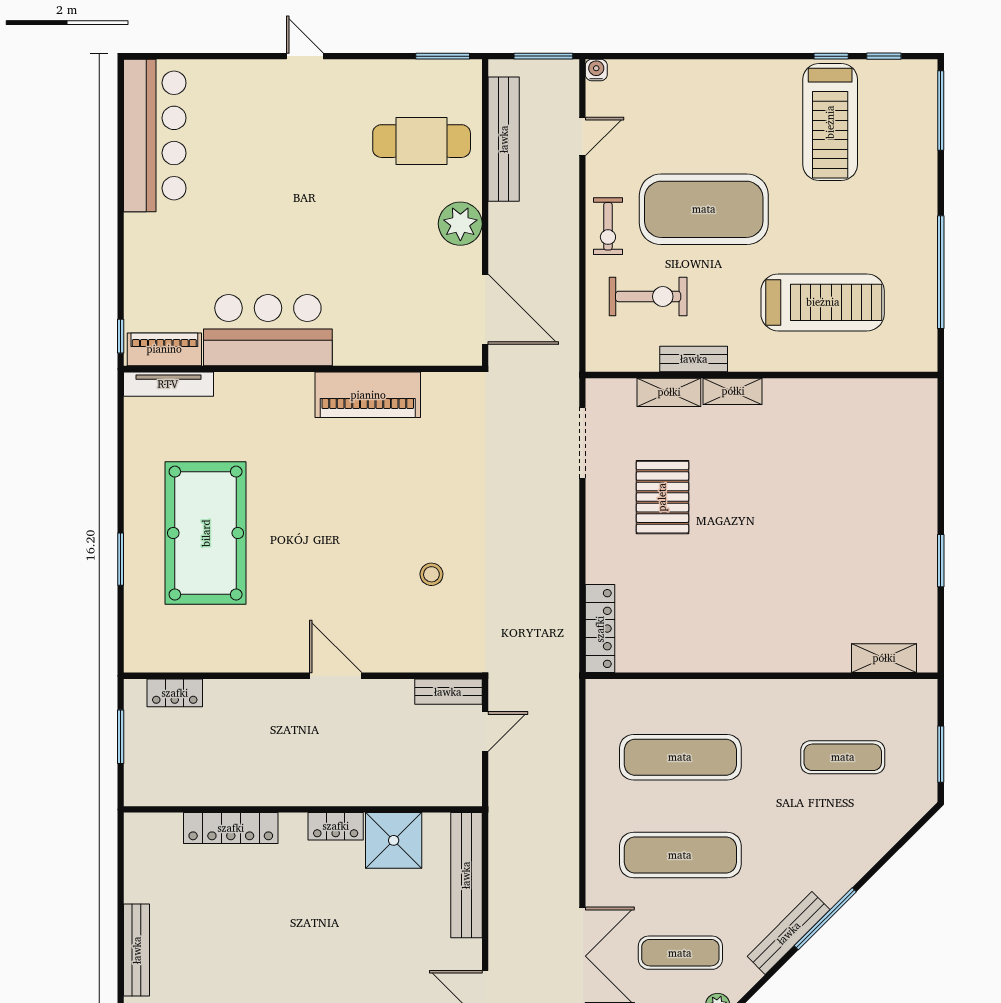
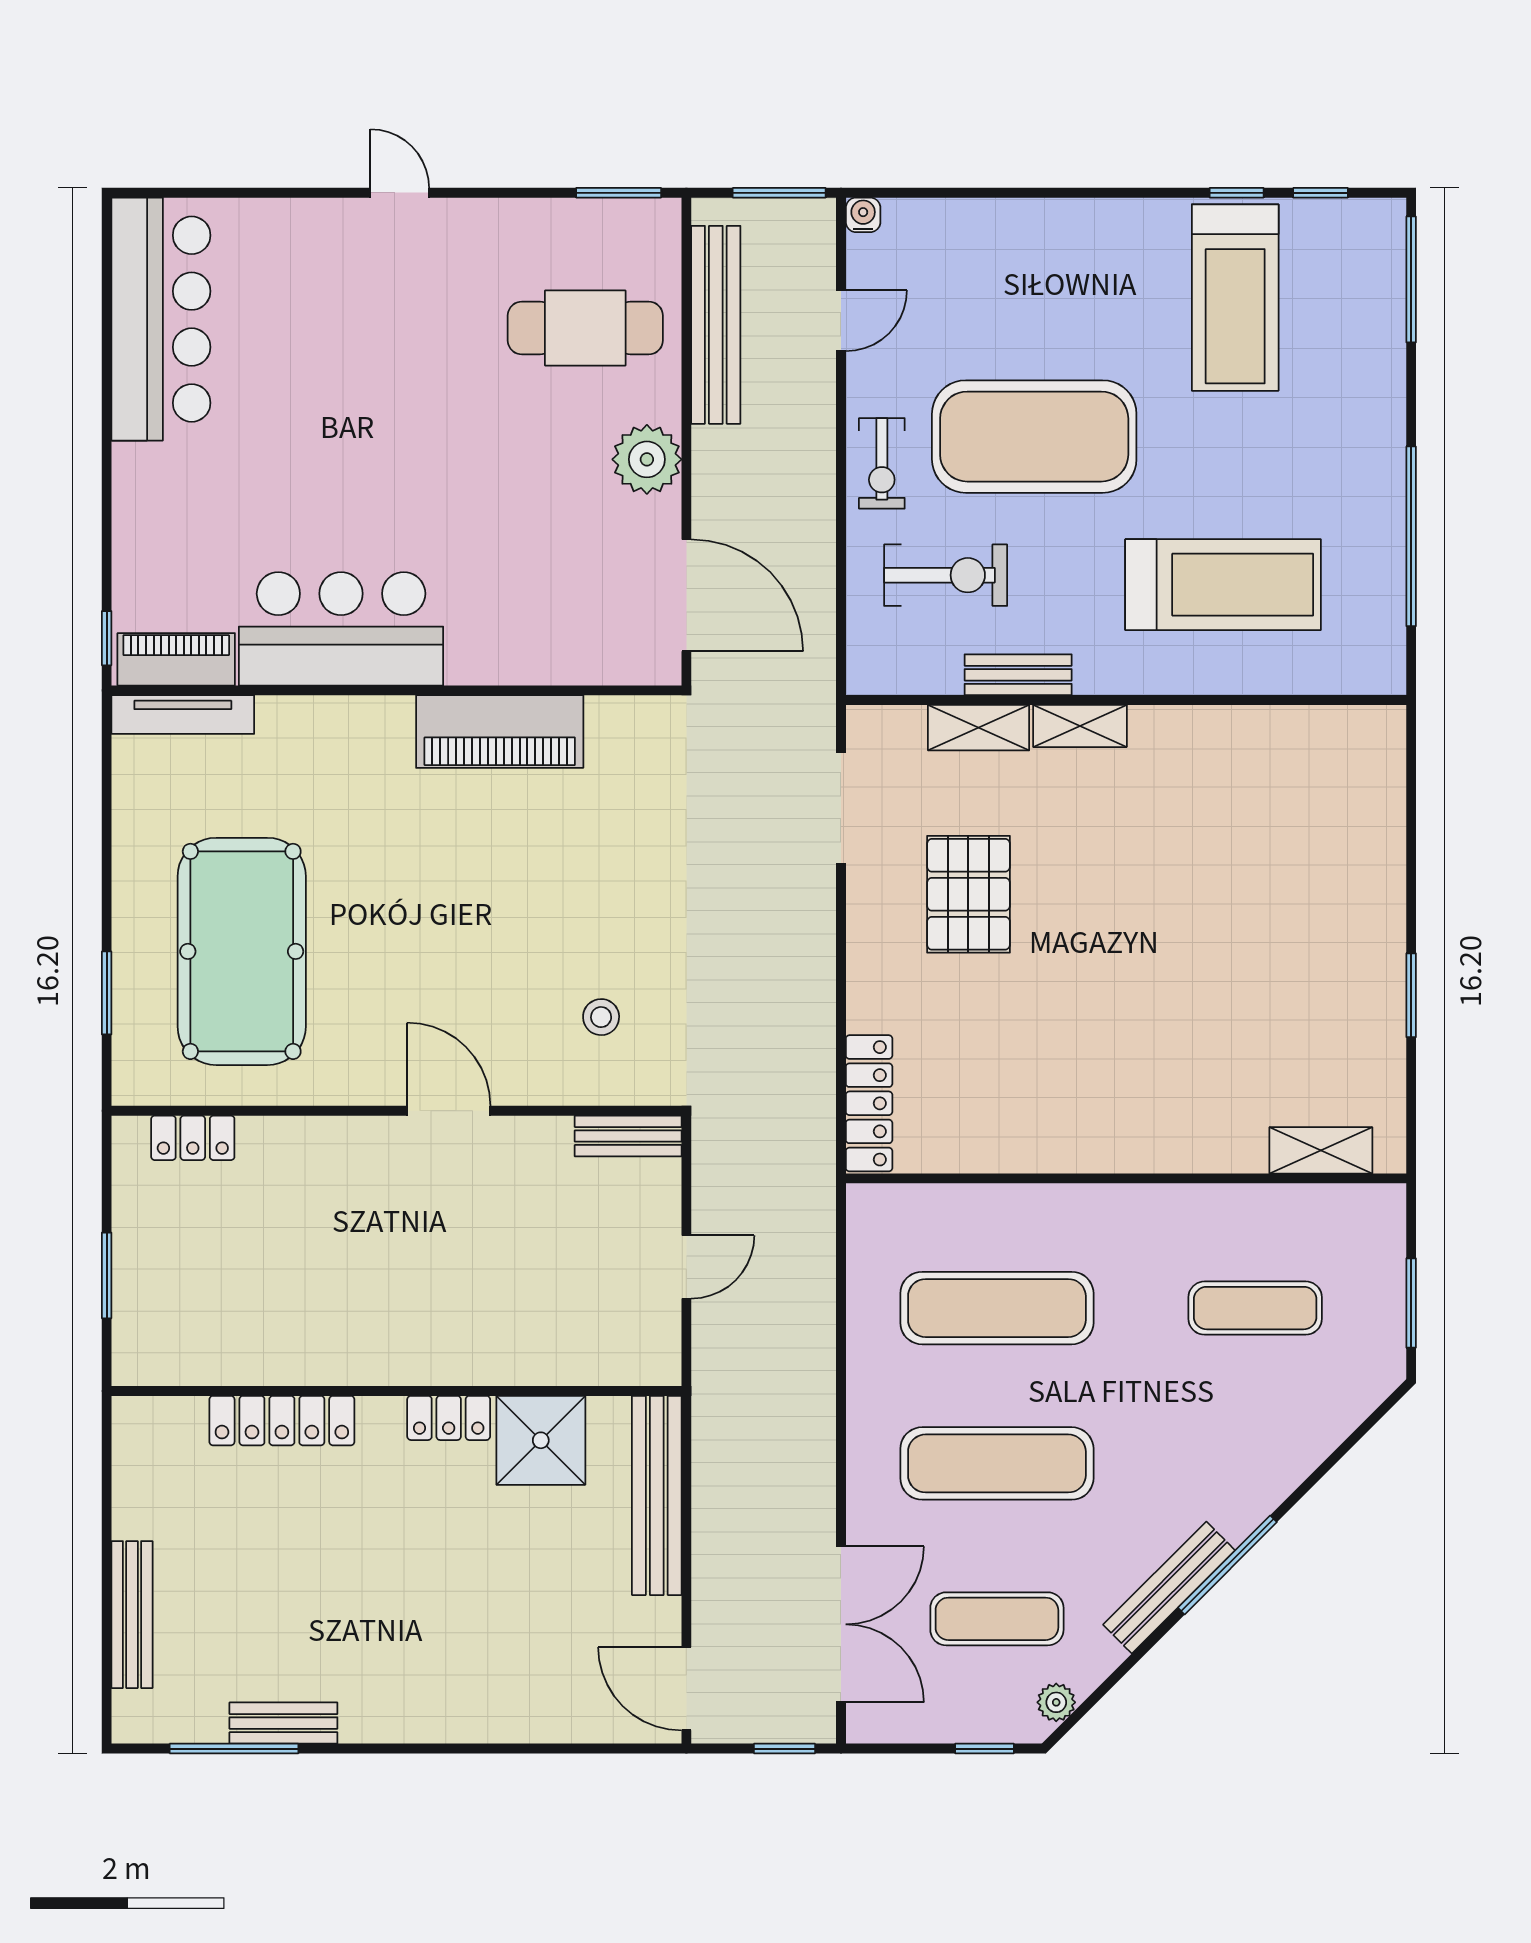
wall: (303, 676) -> (396, 1111), moved
door: (336, 676) -> (449, 1111), moved
bench: (448, 692) -> (628, 1136), moved
locker: (175, 693) -> (193, 1138), moved

